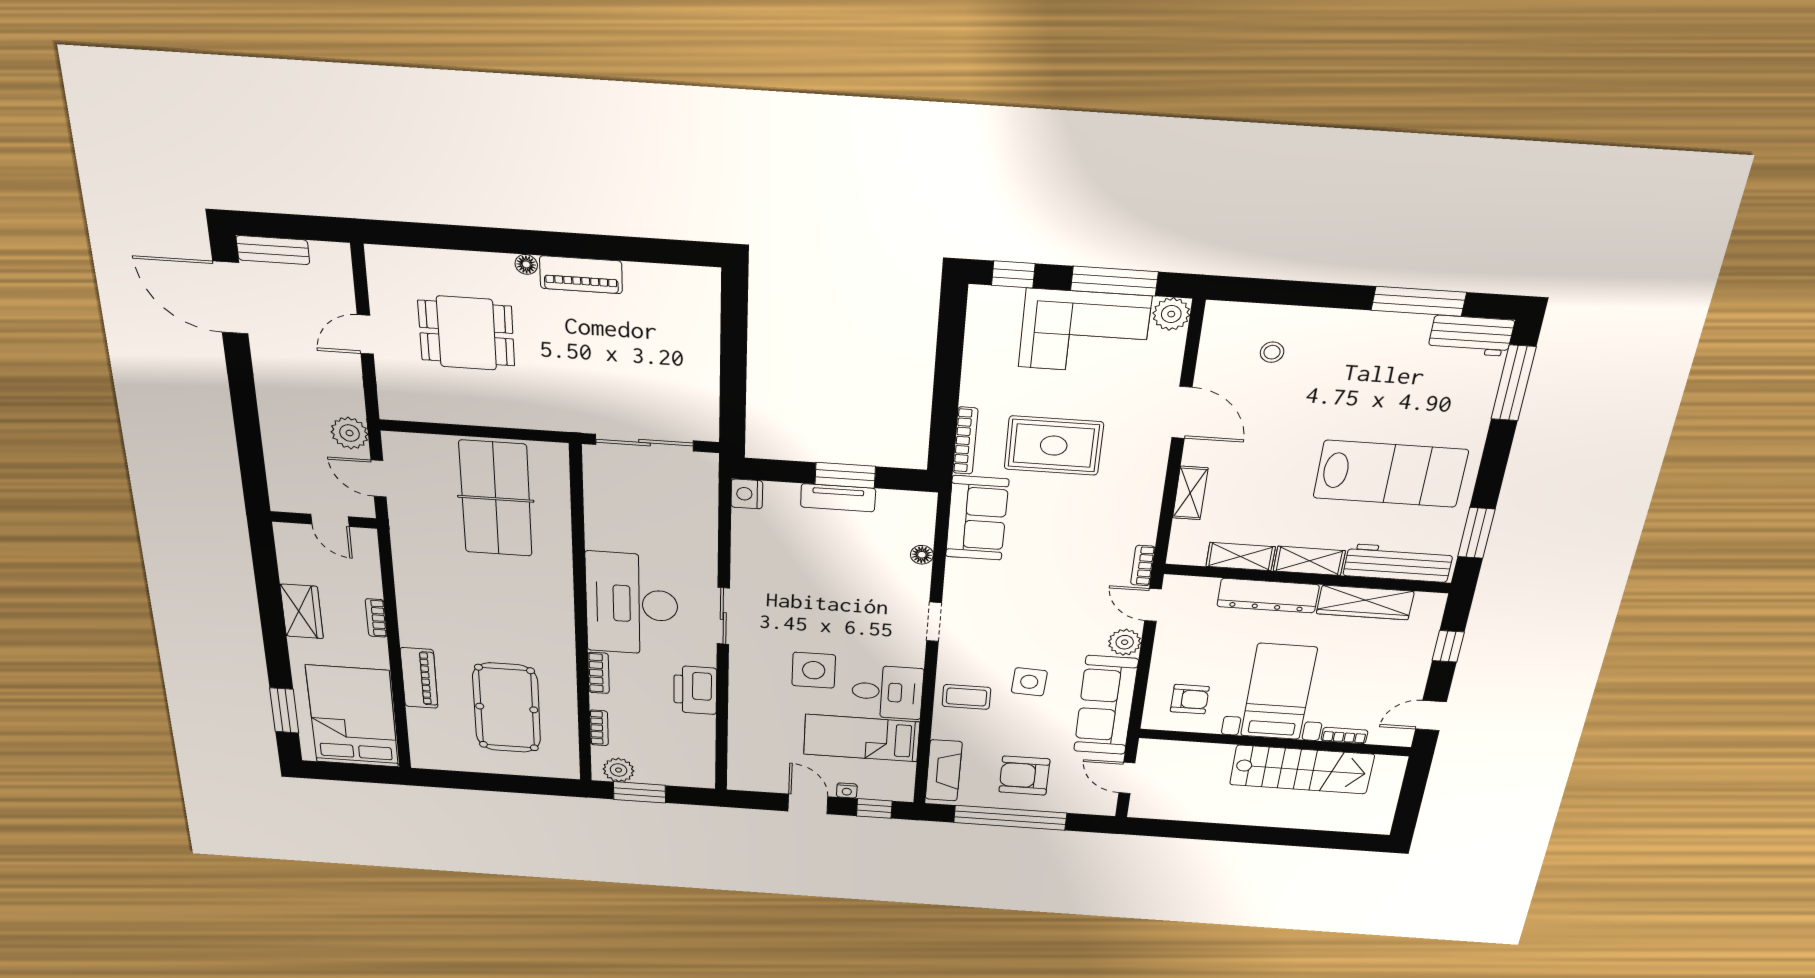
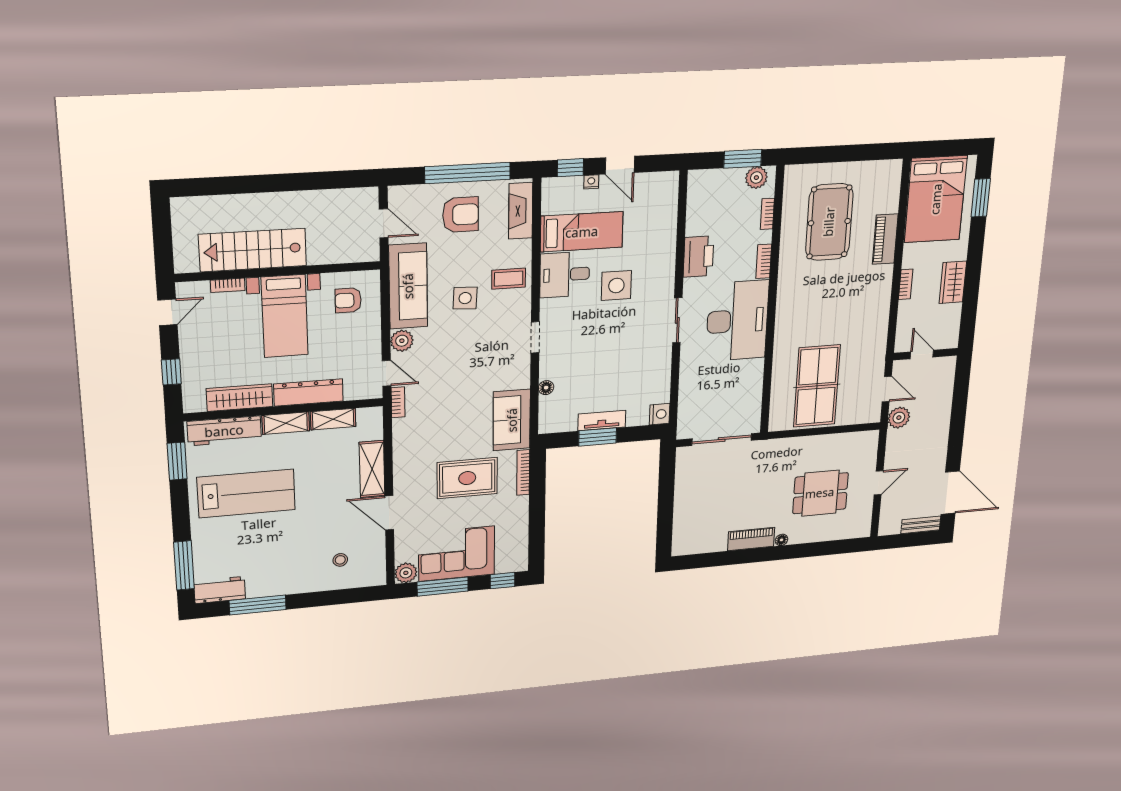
lab bench: (1390, 474) -> (246, 493), turned 180
shelving: (1190, 493) -> (372, 469), width x1.50, depth x1.33

